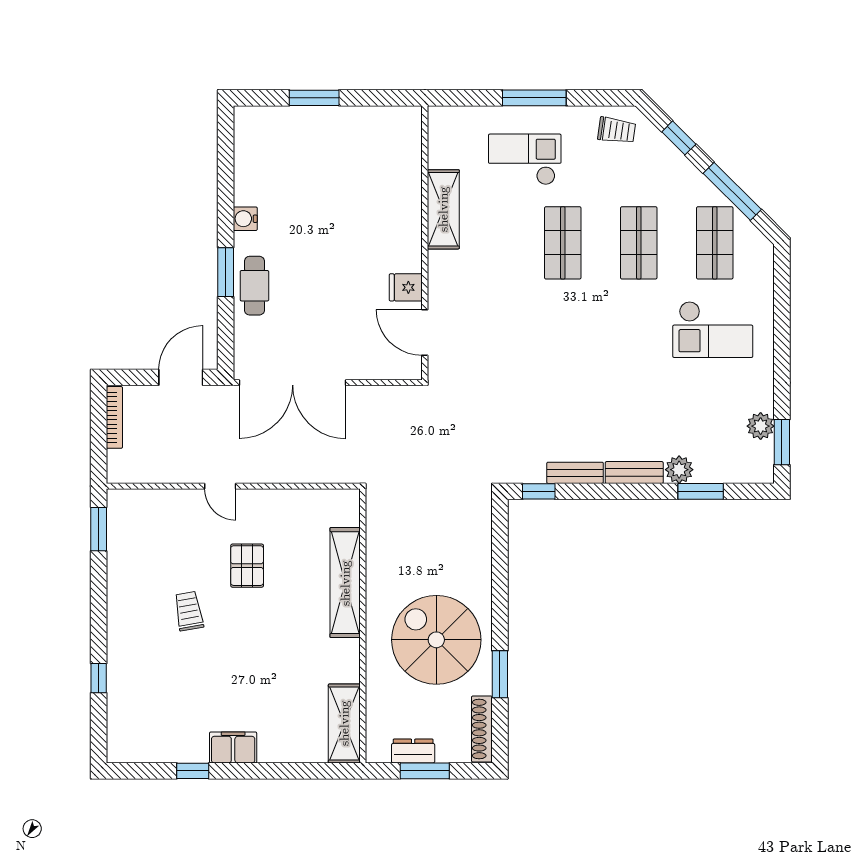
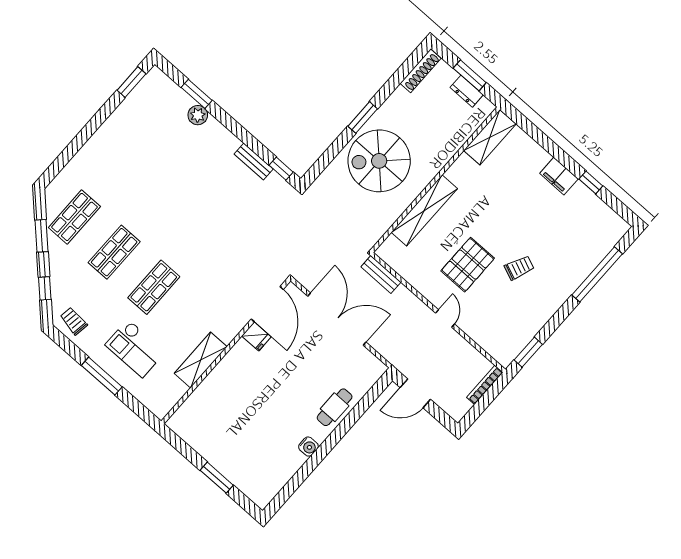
window: (732, 191) -> (42, 236), width x0.69
window: (226, 272) -> (343, 428), removed
checkout: (713, 329) -> (116, 173), removed
door: (425, 333) -> (267, 304), width x1.36
double door: (293, 383) -> (337, 319), moved
bookcase: (114, 417) -> (485, 385), moved
plant: (761, 426) -> (135, 100), removed
bench: (634, 473) -> (381, 274), moved
pallet: (247, 566) -> (468, 265), width x1.50, depth x1.42
trolley: (189, 611) -> (519, 268), turned -147
spiral stairs: (436, 640) -> (379, 161), moved, turned 90
window: (500, 674) -> (363, 117), moved
window: (99, 678) -> (597, 274), width x3.17

